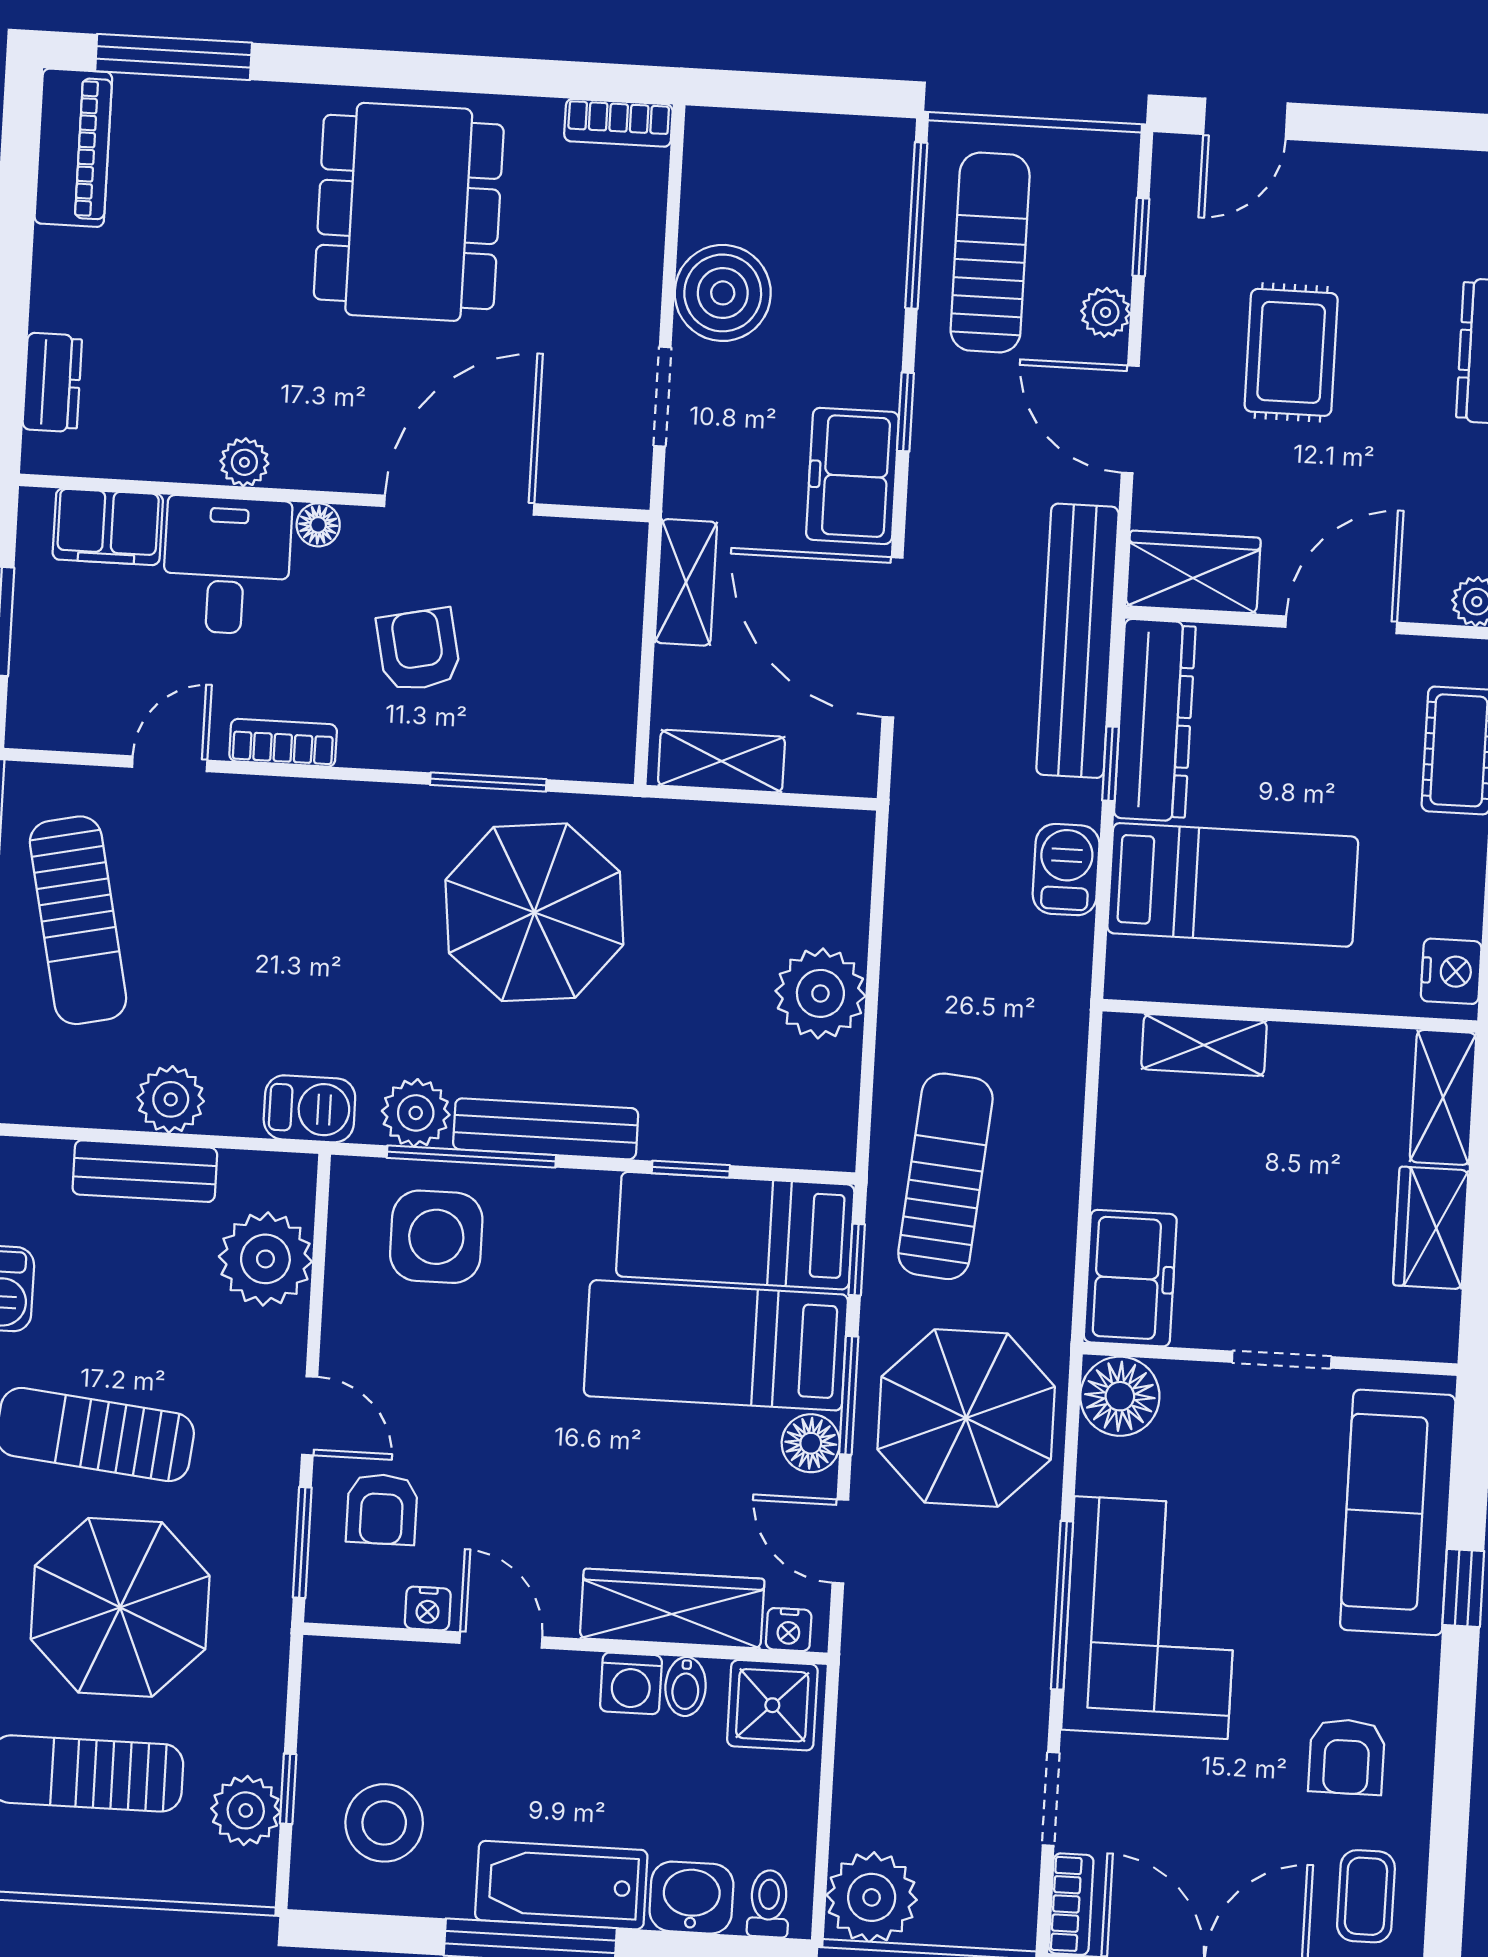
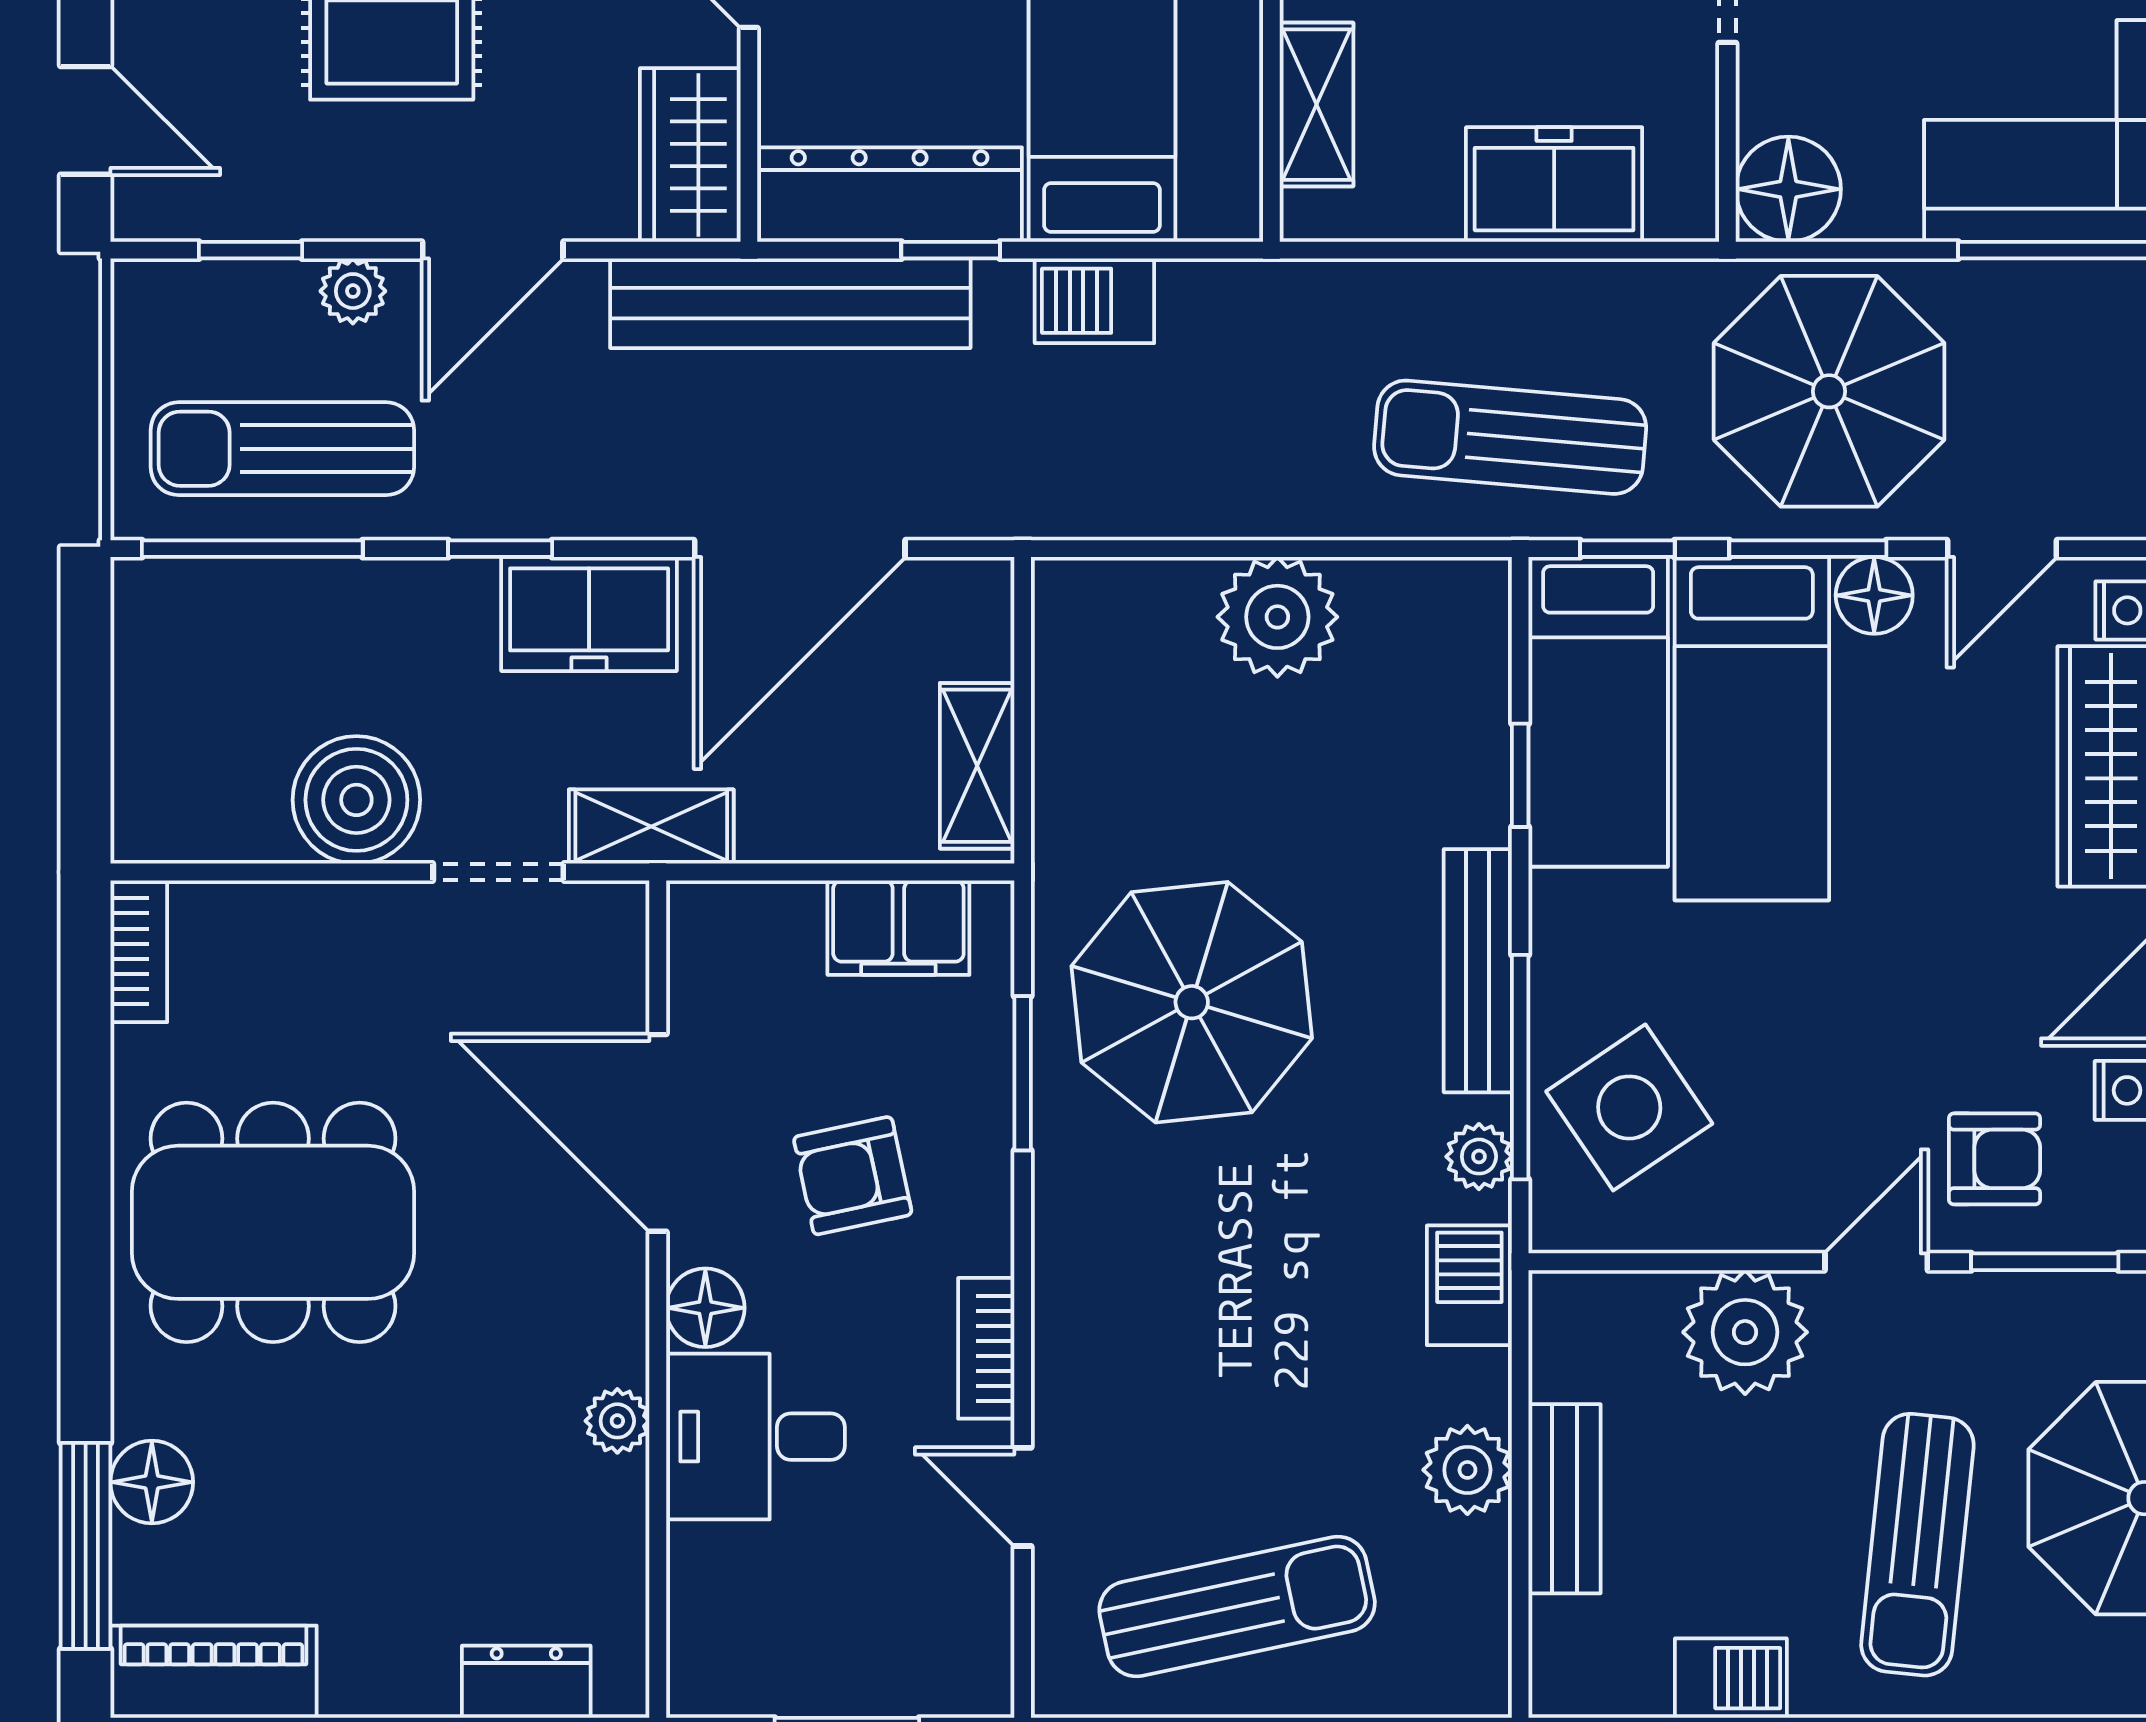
floor lamp: (219, 110) -> (152, 1482), added
floor lamp: (318, 525) -> (705, 1308), width x1.37, depth x1.37
filing cabinet: (108, 527) -> (898, 928), moved, turned 90
shelving: (686, 582) -> (651, 827), moved
plant: (416, 1113) -> (1479, 1157), width x0.73, depth x0.73
side table: (436, 1237) -> (1629, 1107), turned -34
plant: (265, 1259) -> (1745, 1332), moved
freezer: (1130, 1278) -> (1554, 184), moved

